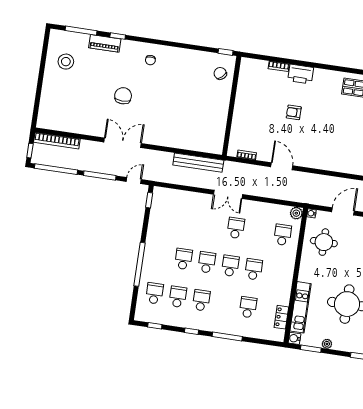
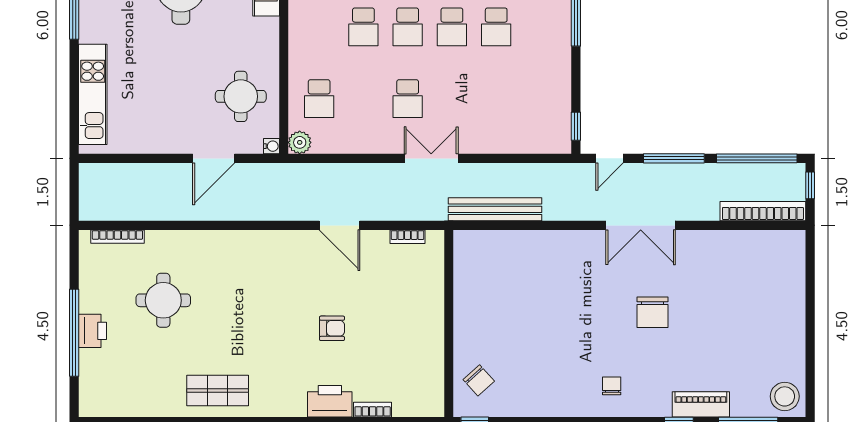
stool: (66, 62) -> (785, 396), moved

